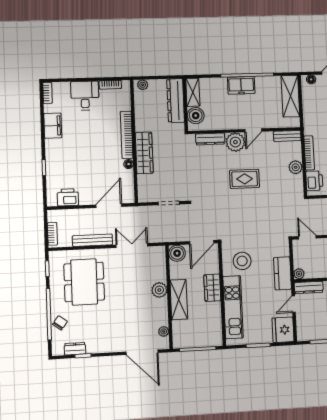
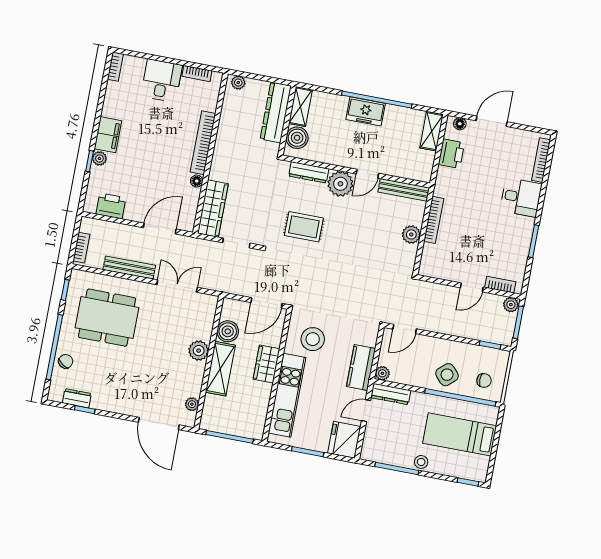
shelving: (290, 96) -> (432, 131), width x0.67, depth x0.75
filing cabinet: (53, 126) -> (108, 135), moved
bench: (287, 136) -> (404, 190), width x1.36
wardrobe: (144, 153) -> (213, 209), moved
plant: (51, 164) -> (99, 158), added
rug: (245, 179) -> (304, 227), moved
printer: (314, 181) -> (451, 154), moved
door: (307, 237) -> (405, 329), swing flipped
boiler: (177, 253) -> (228, 331), moved
dining table: (84, 282) -> (107, 318), turned 90

